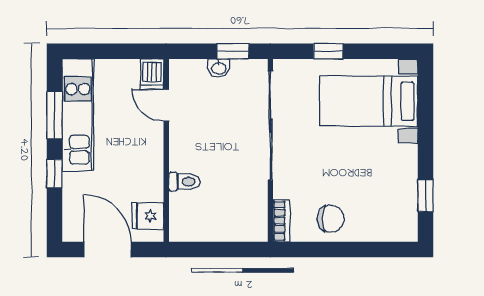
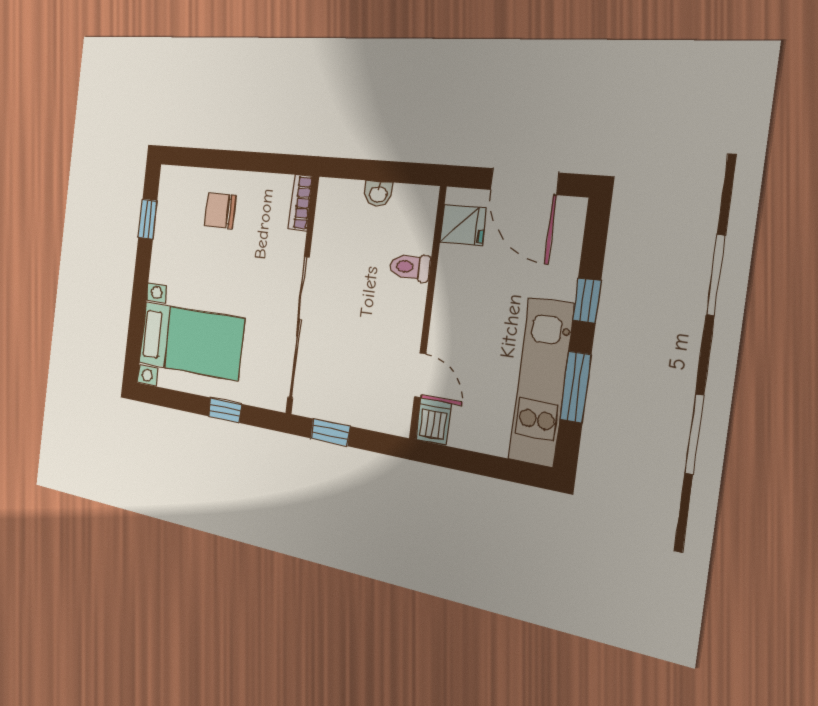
washbasin: (219, 68) -> (378, 194), moved, turned 180
chair: (331, 219) -> (220, 211), moved

